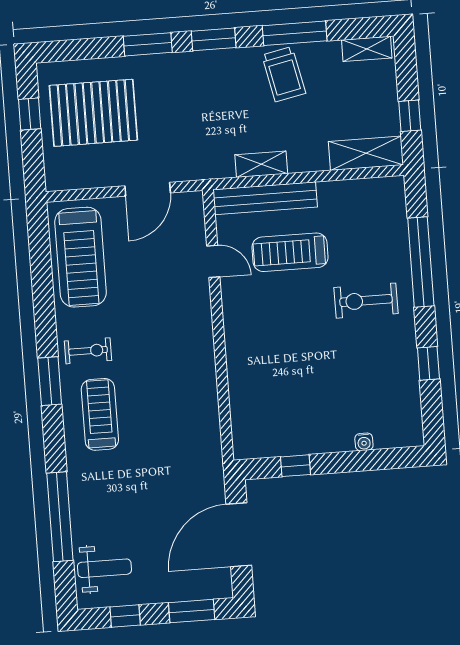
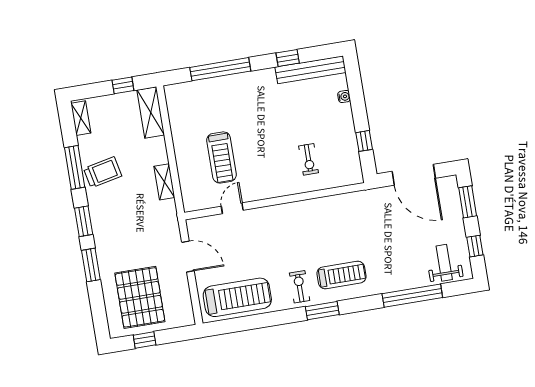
bench: (265, 198) -> (310, 70), moved, turned 90
exercise bike: (366, 301) -> (309, 159), moved, width x0.73, depth x0.72
treadmill: (100, 414) -> (341, 275), turned 180

